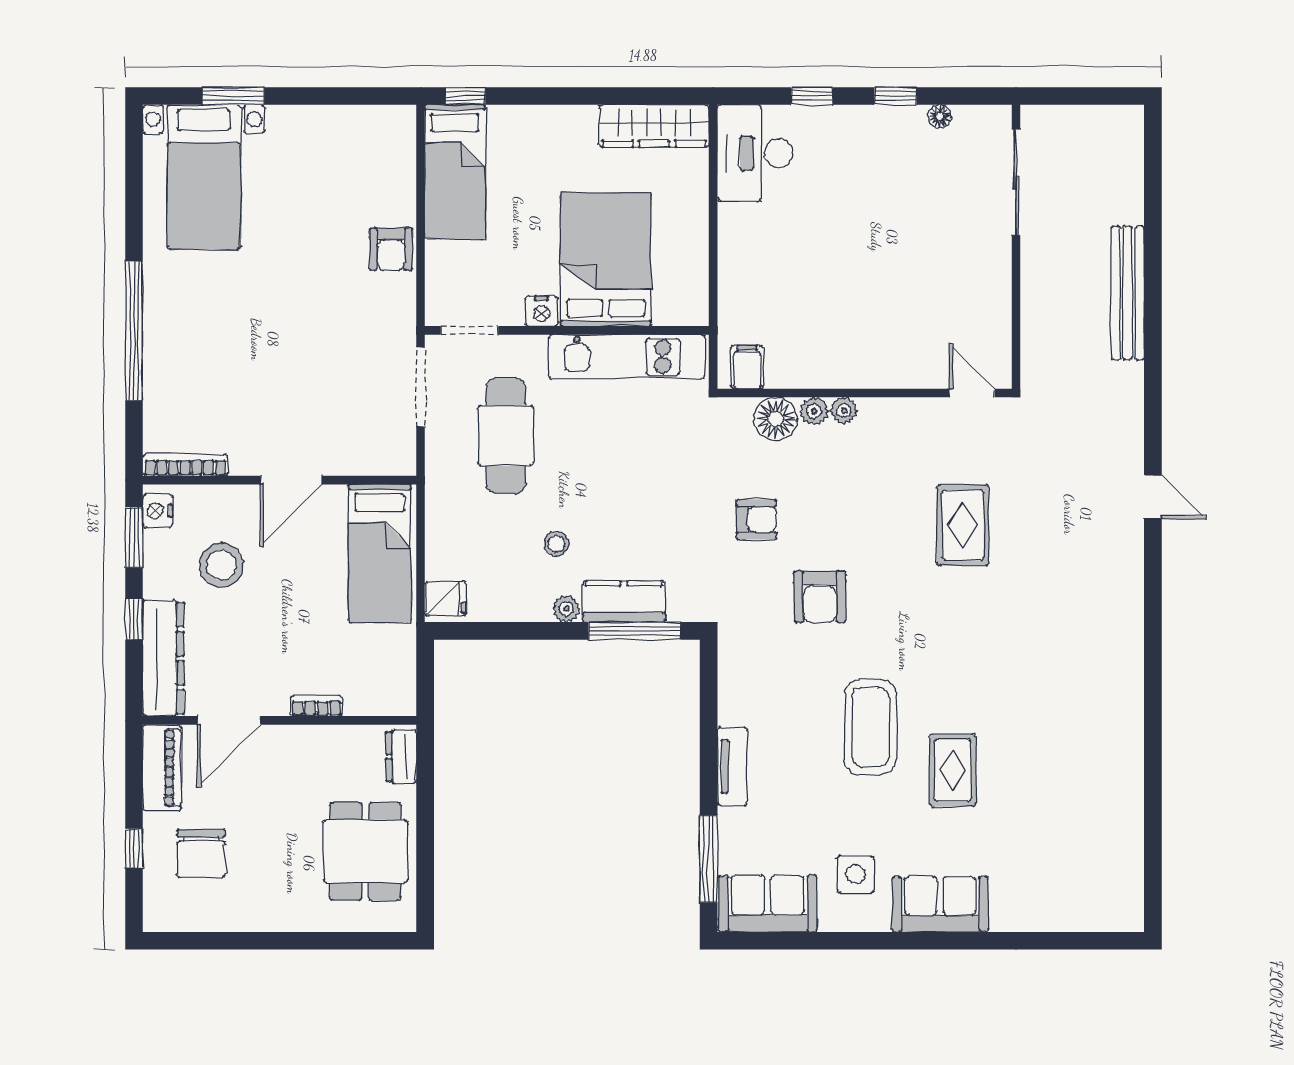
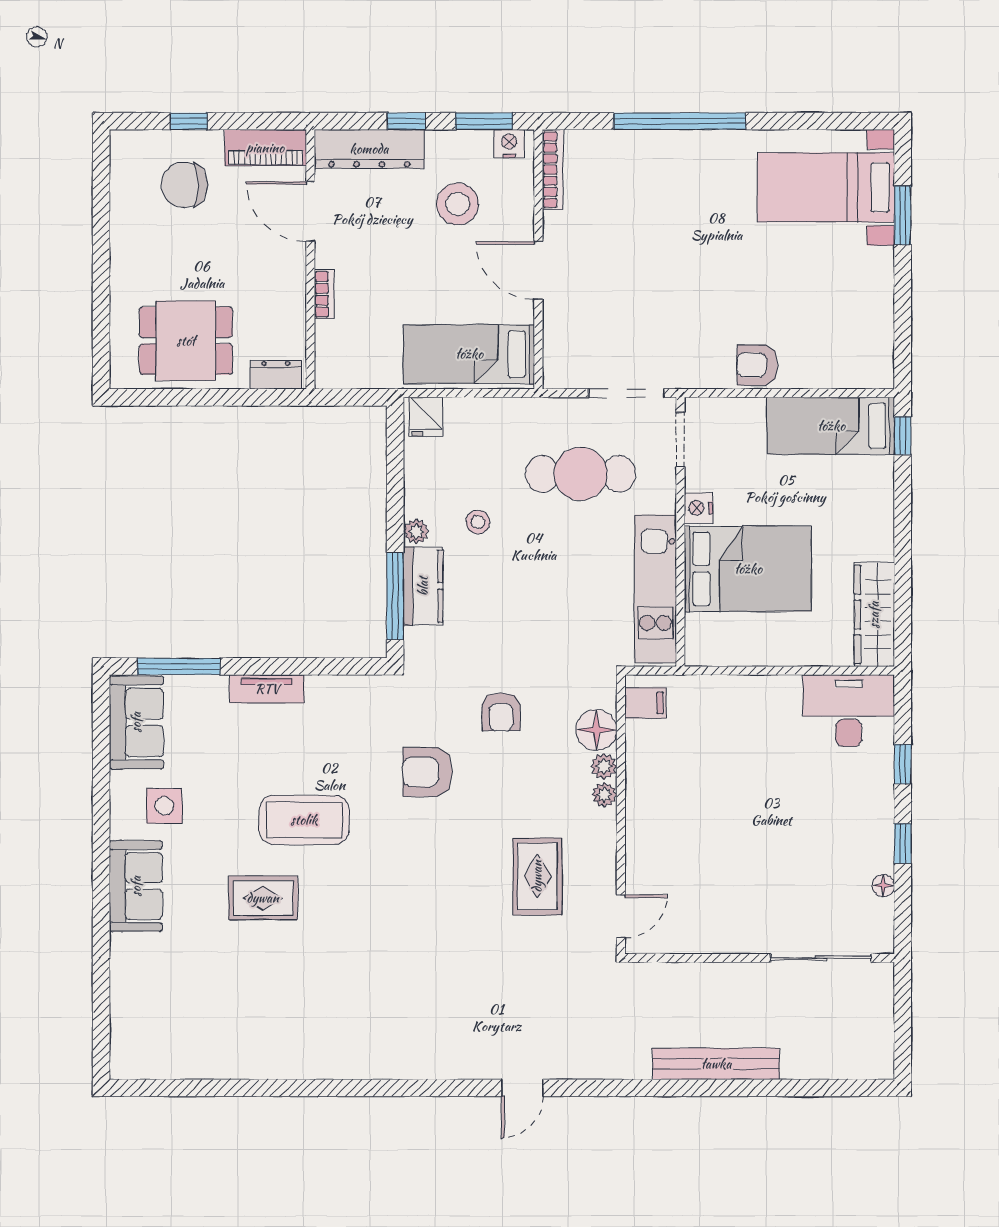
rug: (963, 525) -> (537, 876), moved, turned 90

